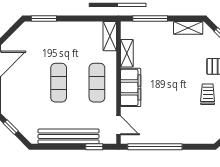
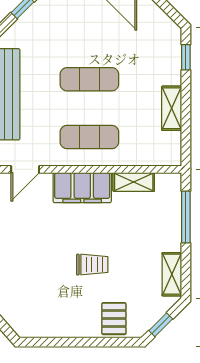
window: (44, 19) -> (186, 57), width x0.67
shelving: (110, 36) -> (172, 108), moved, turned 90
trolley: (208, 94) -> (92, 265), moved

